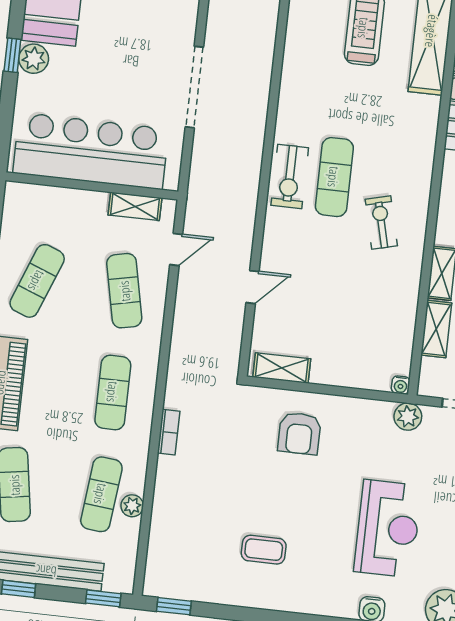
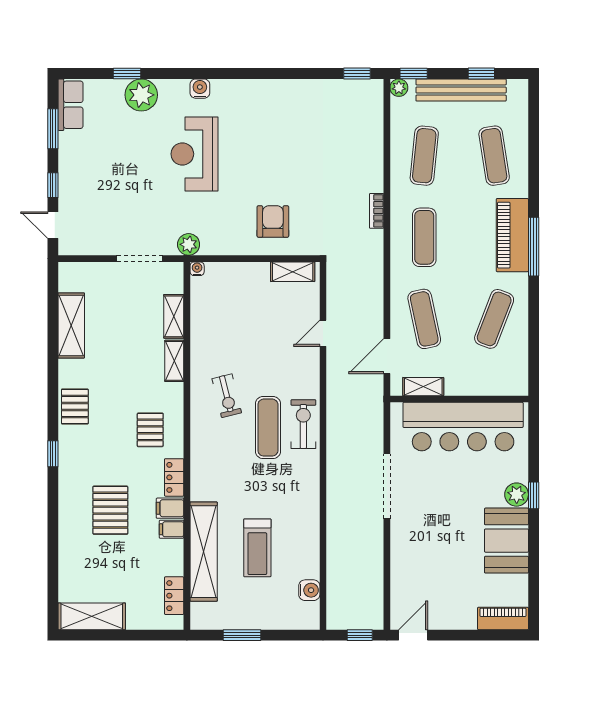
door: (176, 249) -> (387, 356), width x1.38
plant: (132, 506) -> (399, 88), moved
coffee table: (264, 550) -> (291, 126), removed

